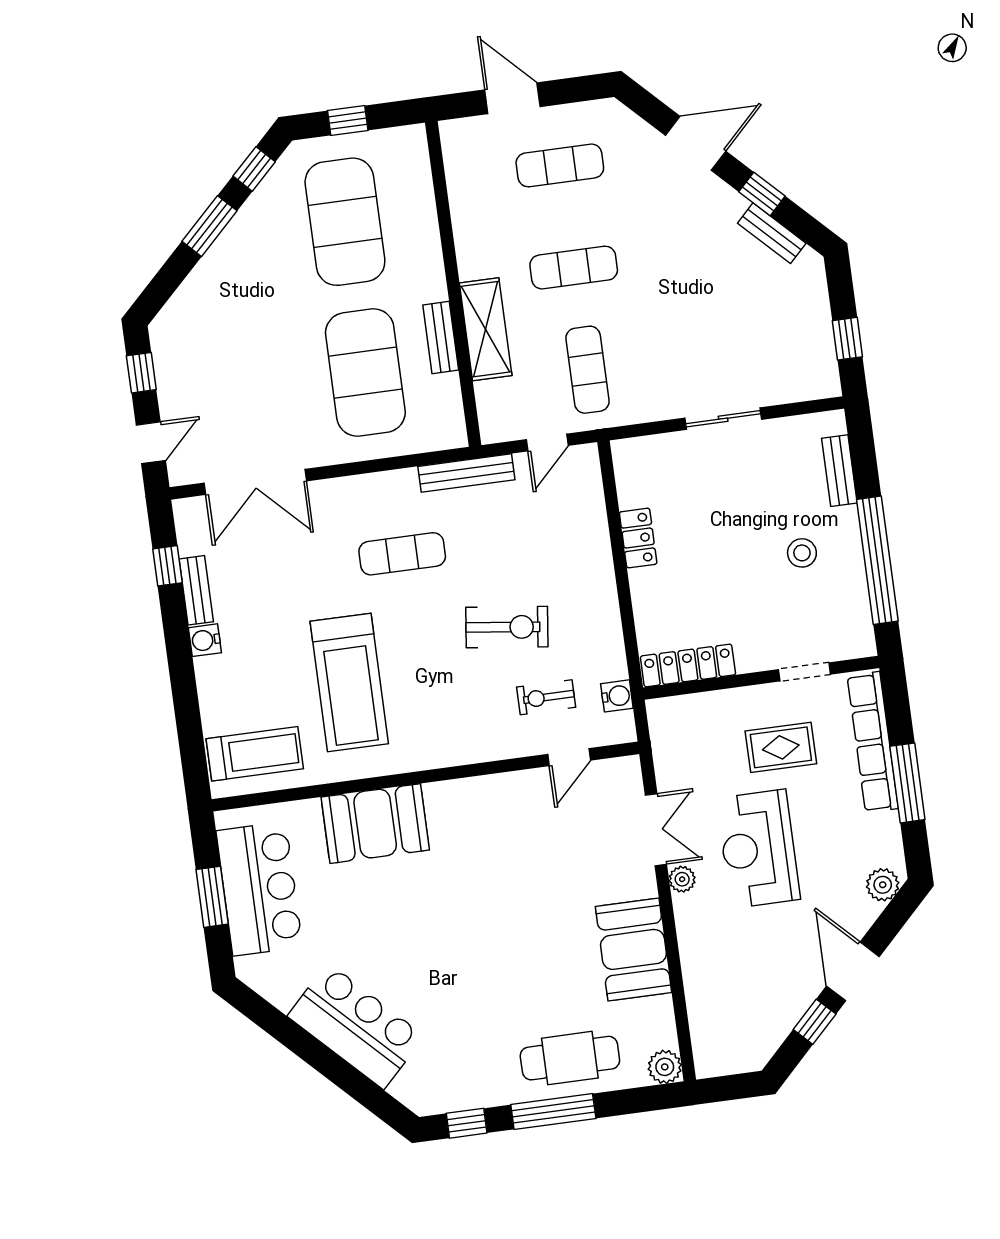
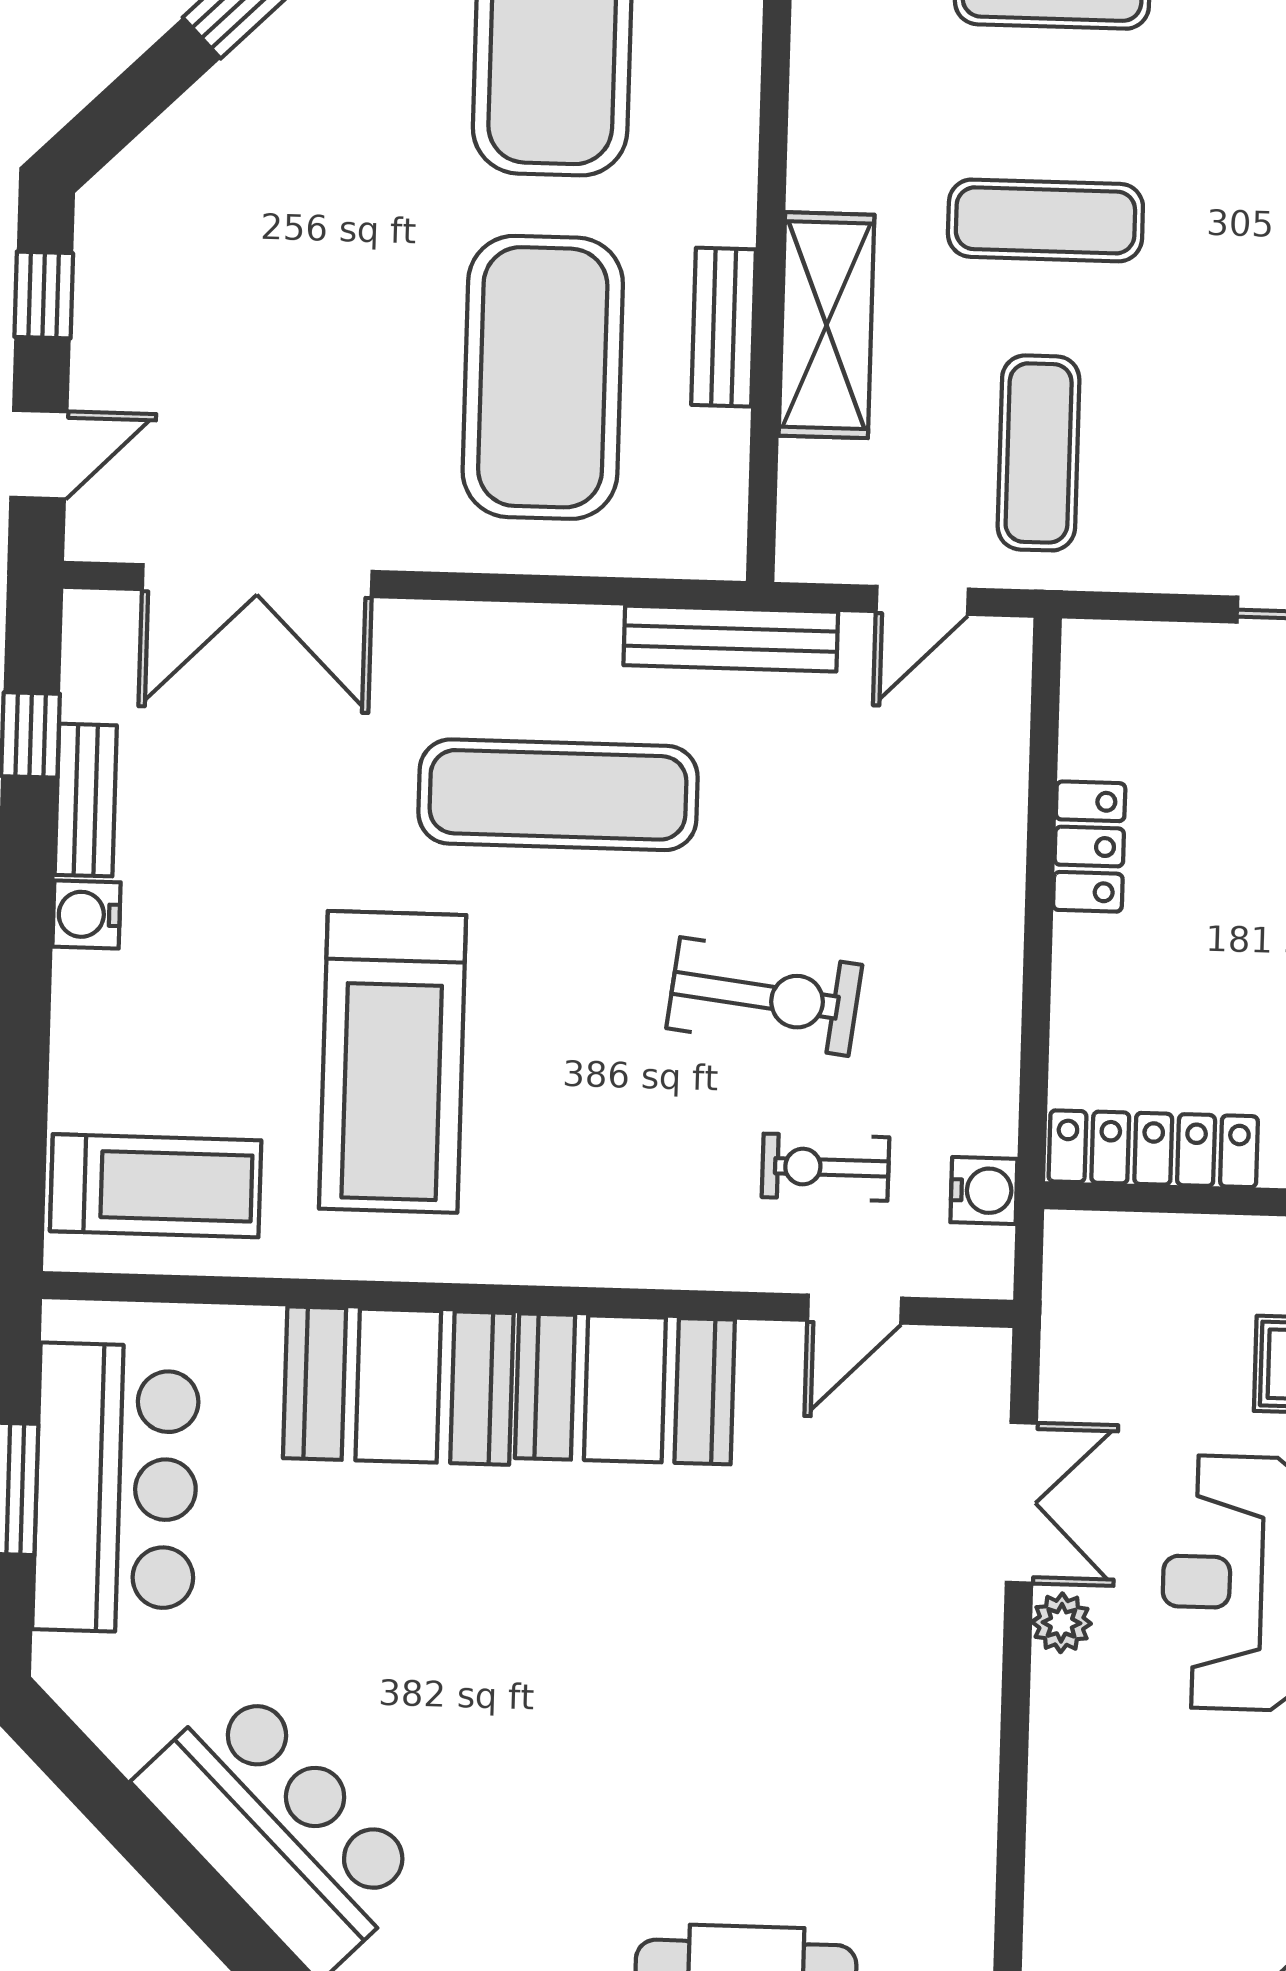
exercise mat: (402, 554) -> (558, 795), width x1.36, depth x1.45
booth: (633, 949) -> (625, 1389), moved, turned 90

